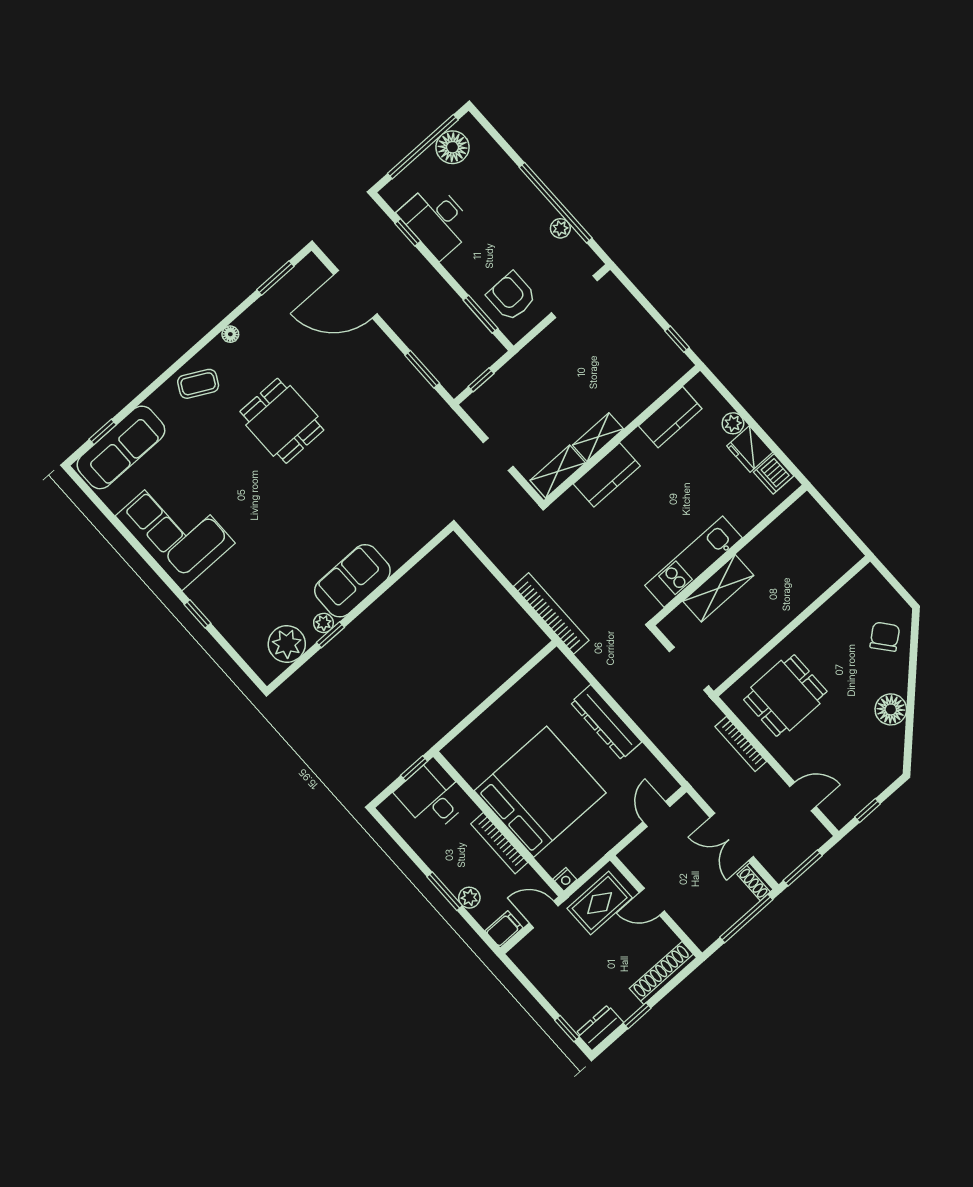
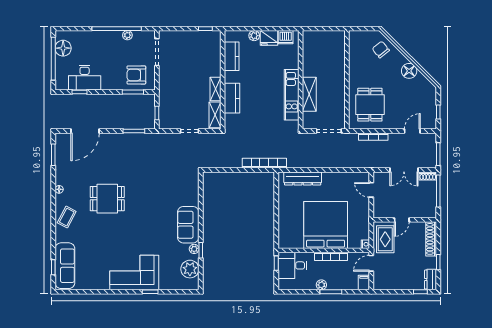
corner sofa: (175, 530) -> (134, 273), moved
dresser: (606, 722) -> (303, 178), moved
plant: (469, 898) -> (321, 285), moved

